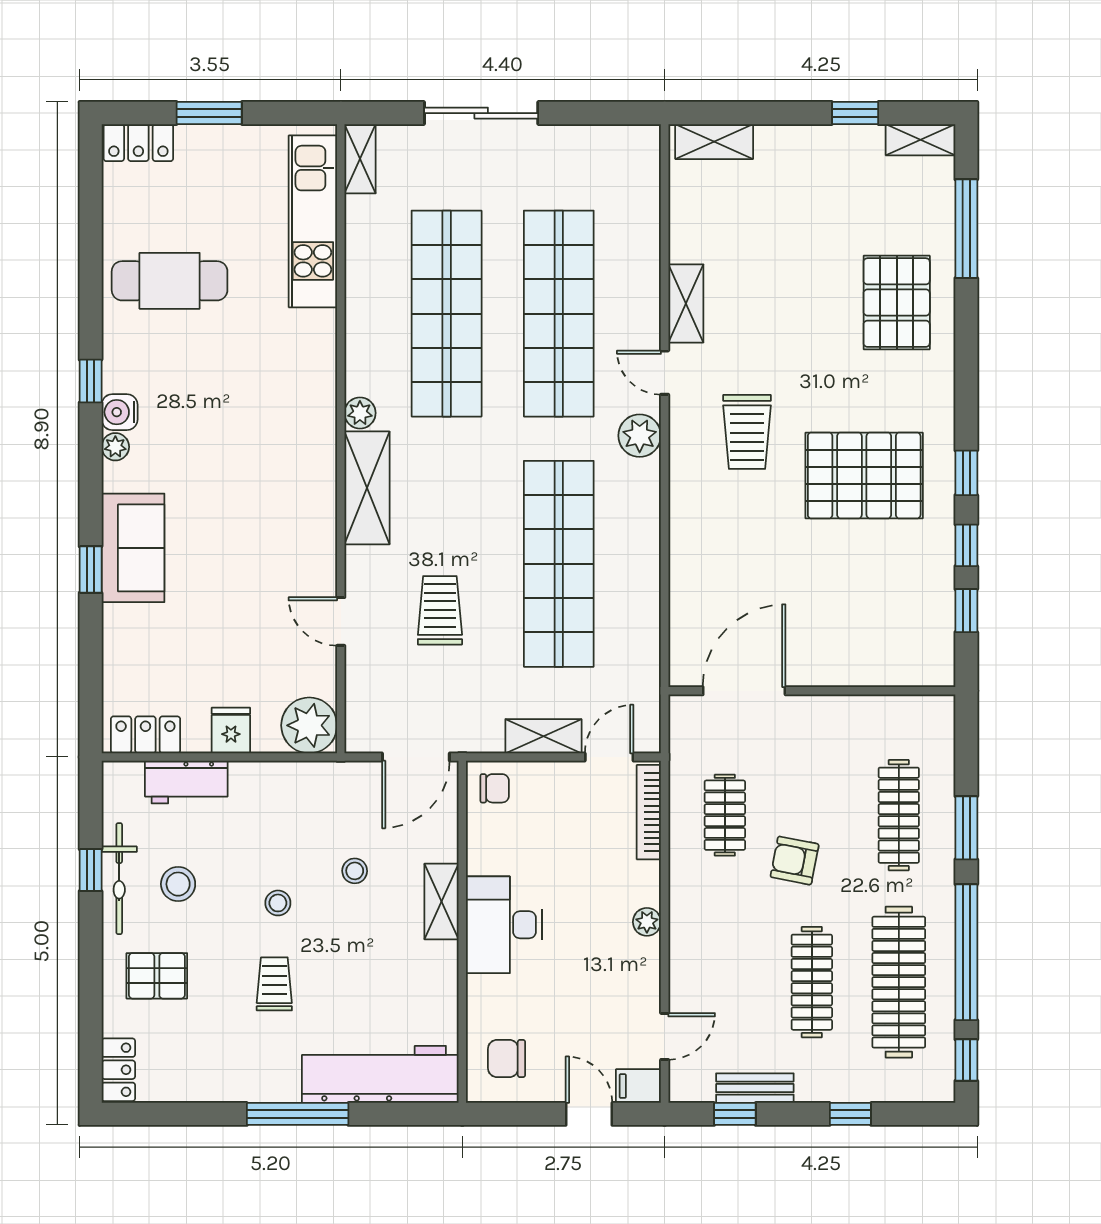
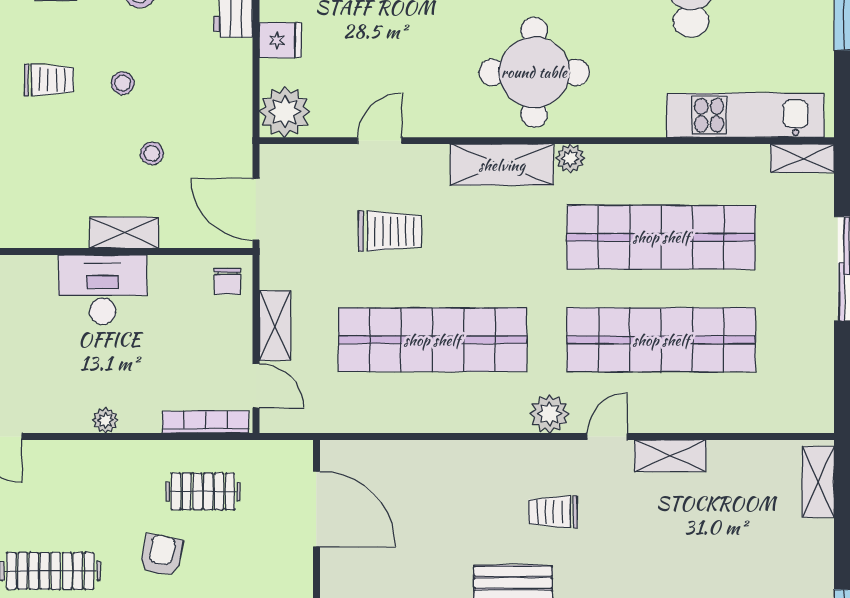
trolley: (747, 432) -> (553, 512), width x0.73, depth x0.72
round table: (266, 452) -> (534, 72), added

